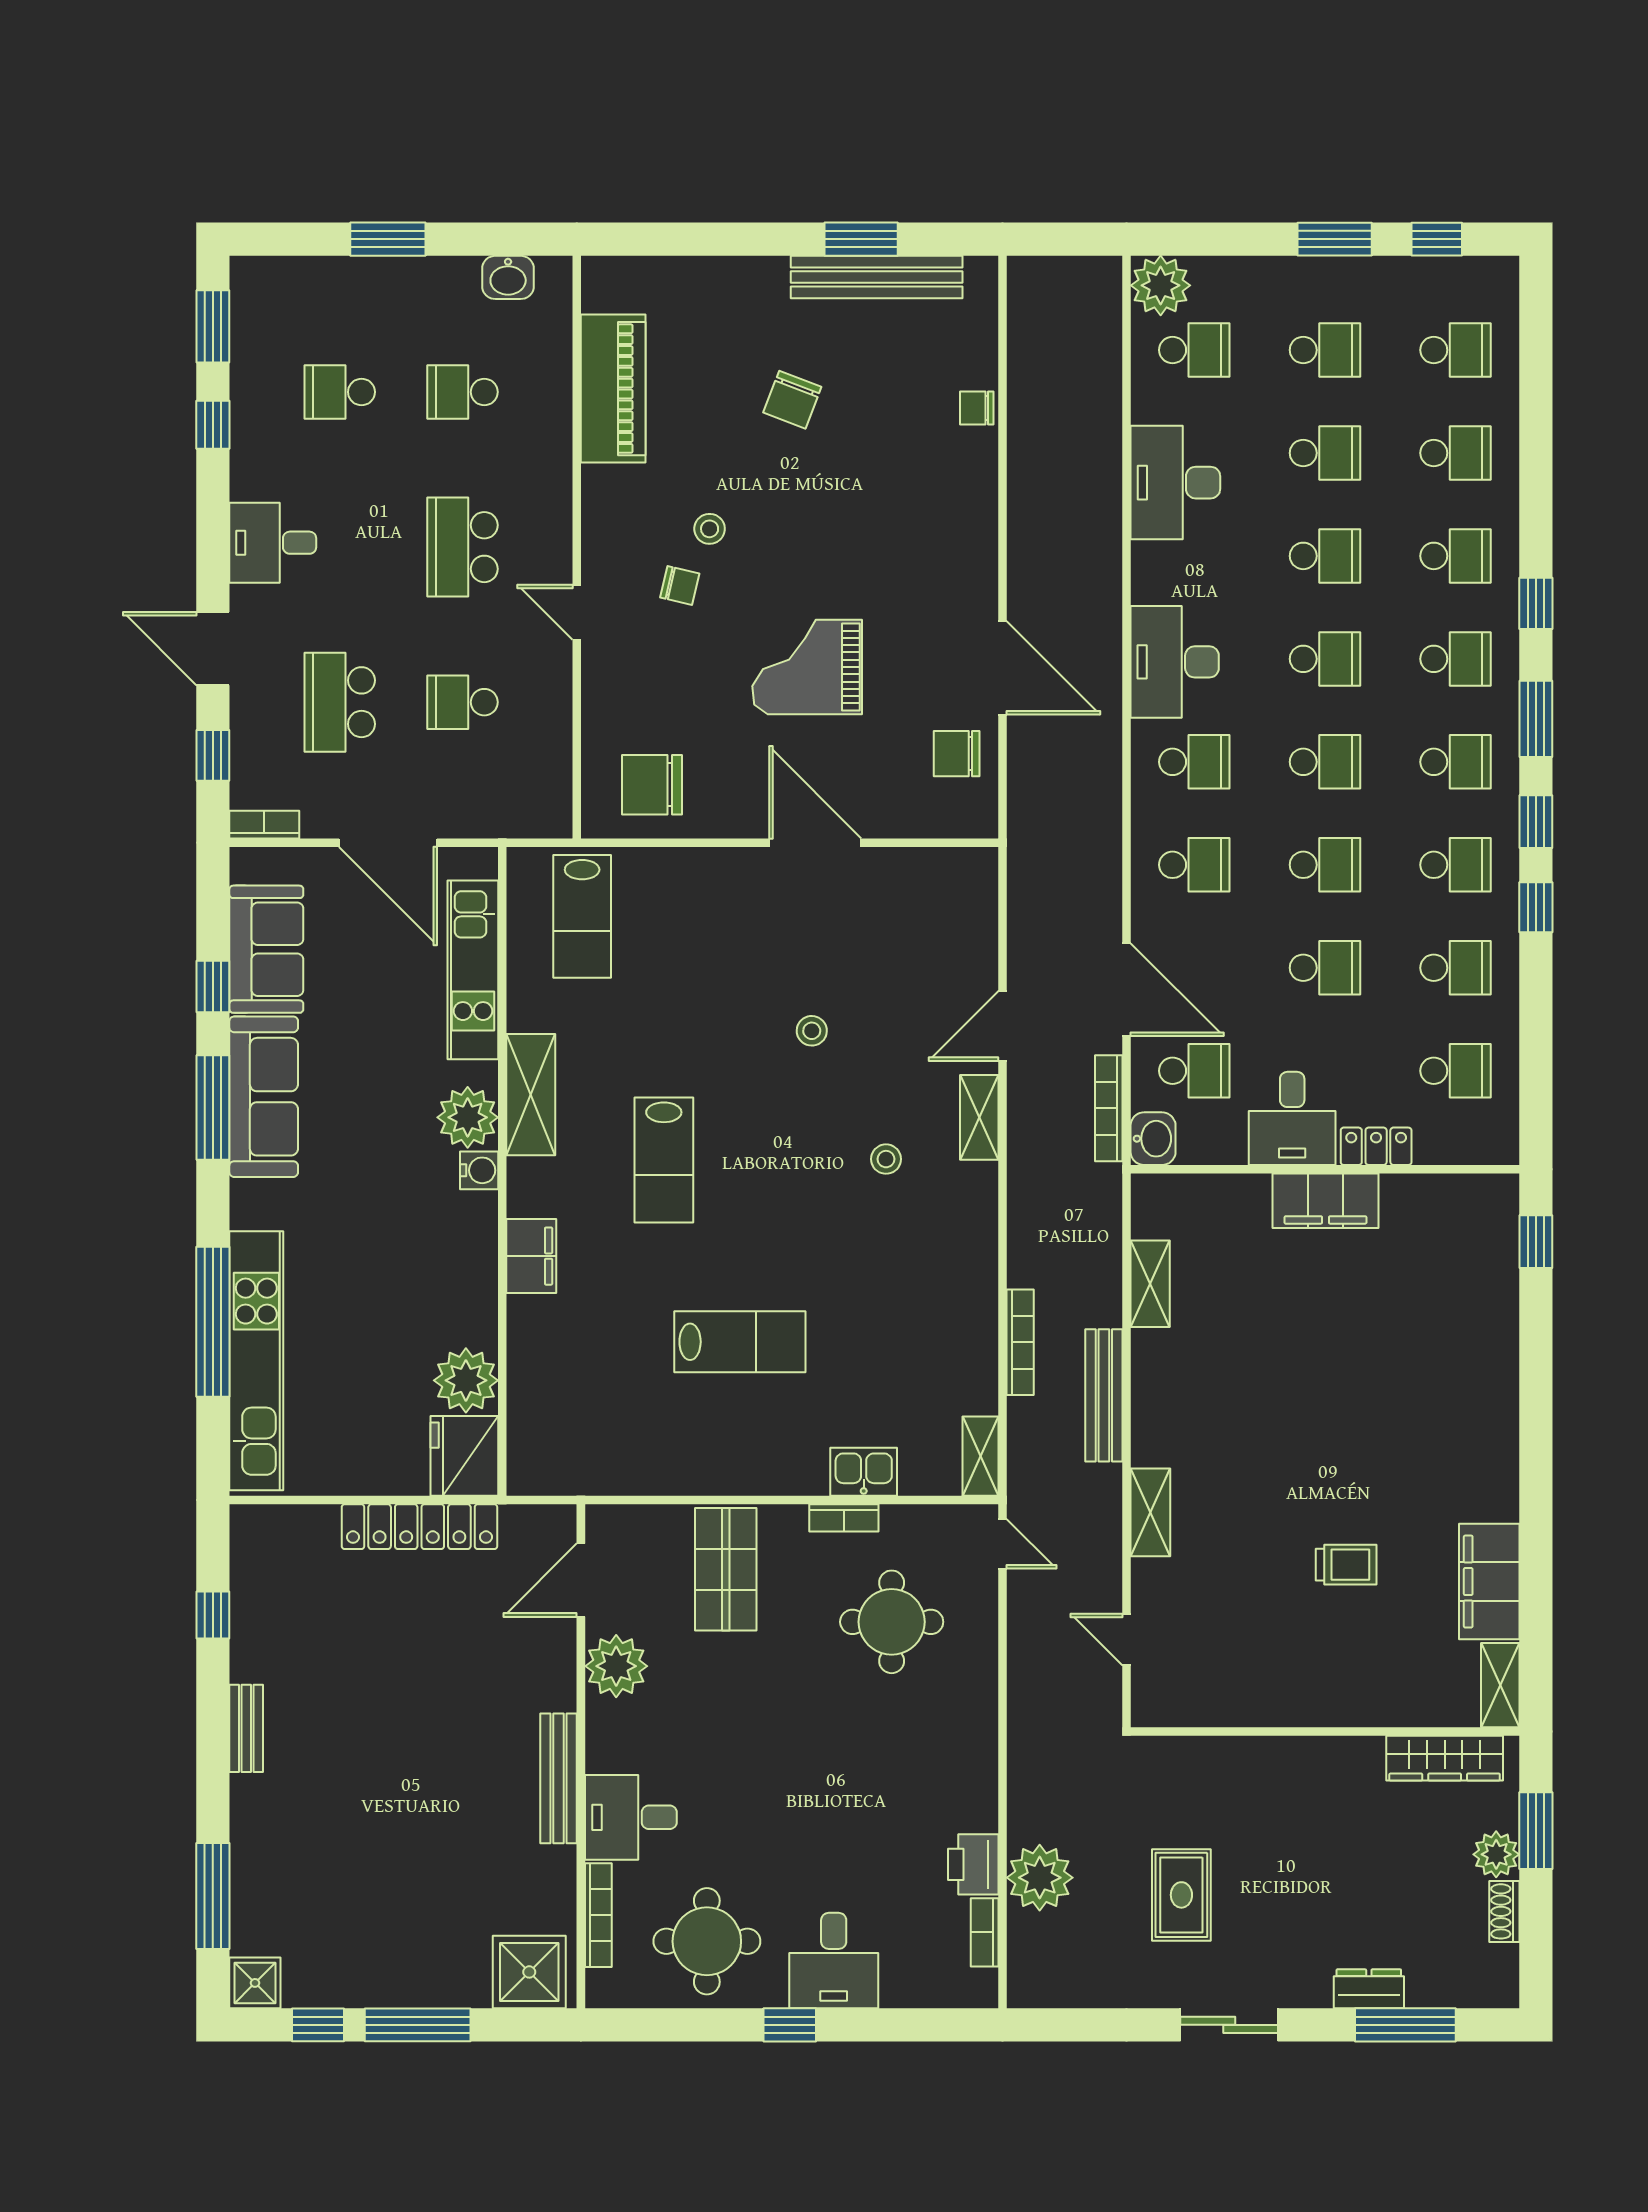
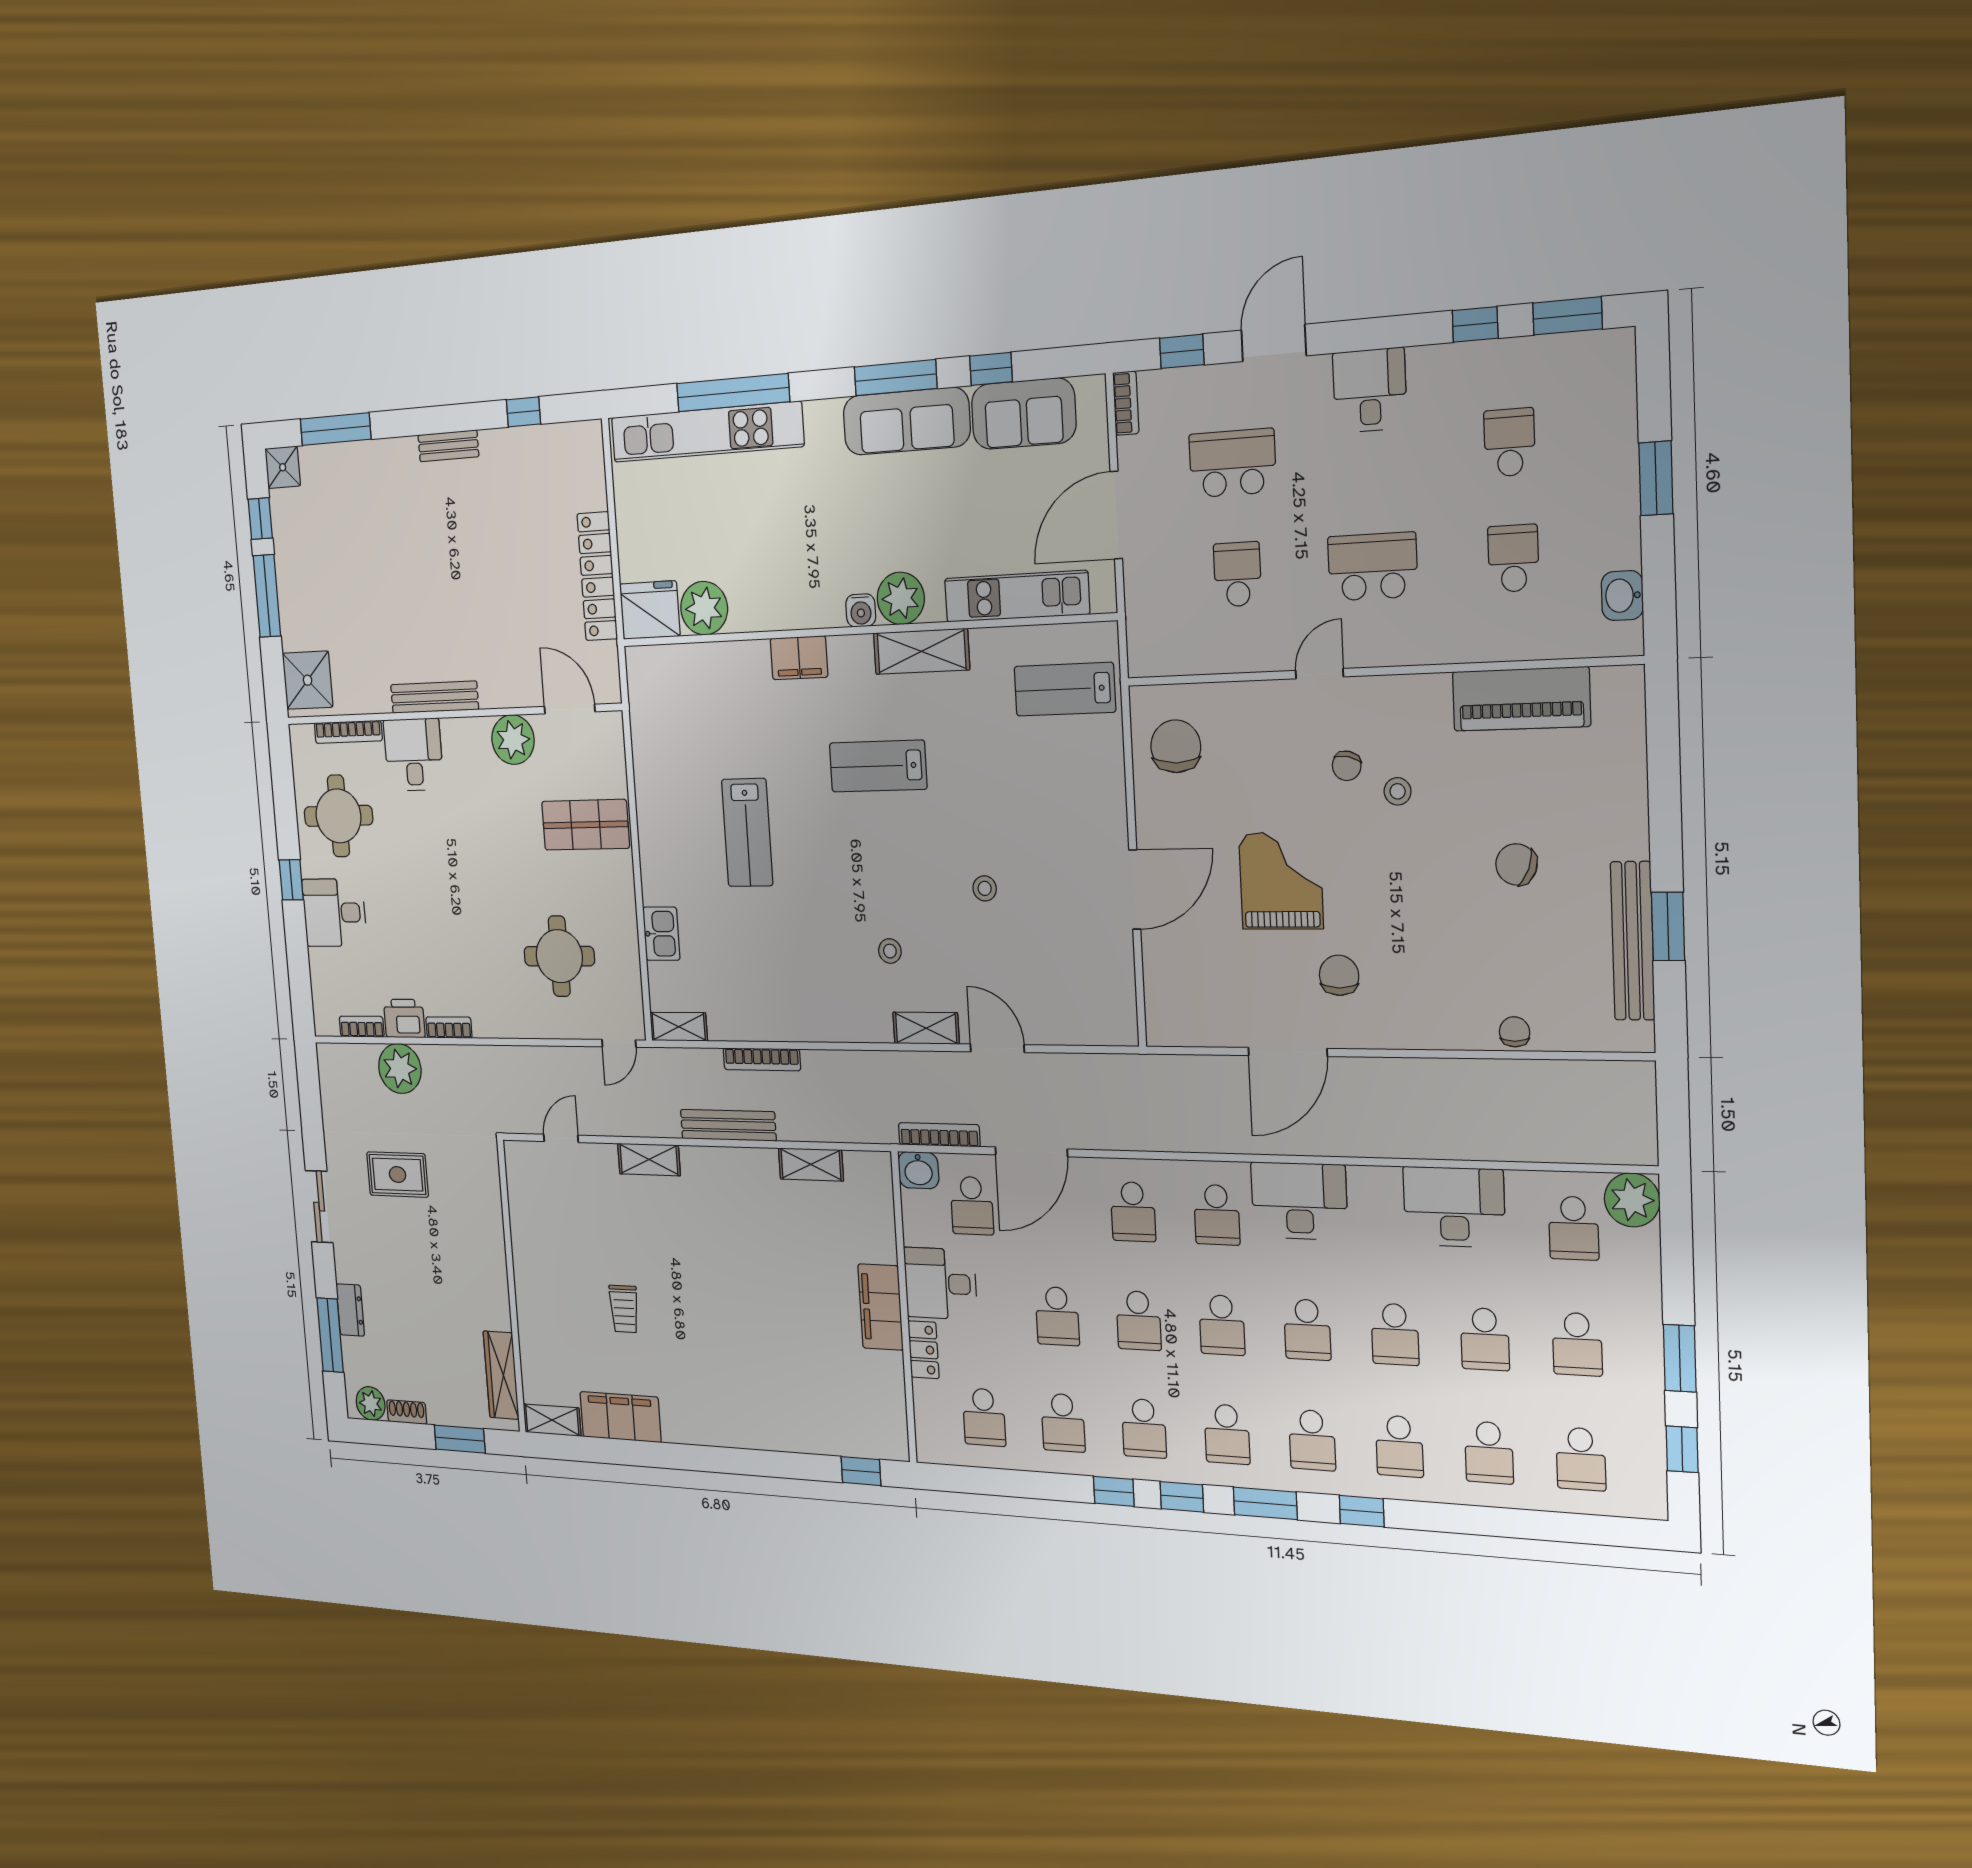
chair: (957, 754) -> (1339, 975), moved
bookcase: (844, 1518) -> (449, 1028), moved, turned 90
plant: (1496, 1854) -> (371, 1403), moved

